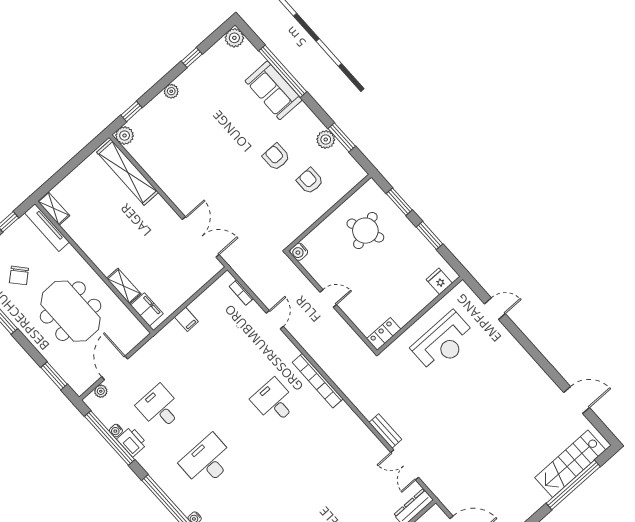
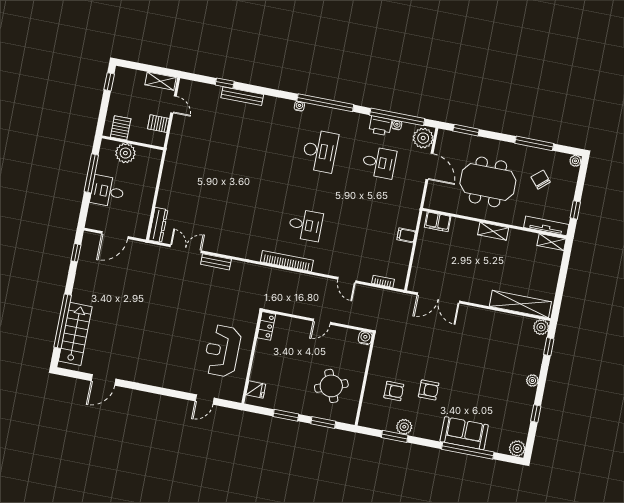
shelving: (124, 286) -> (493, 231), moved
plant: (101, 391) -> (423, 138), width x1.88, depth x1.88

